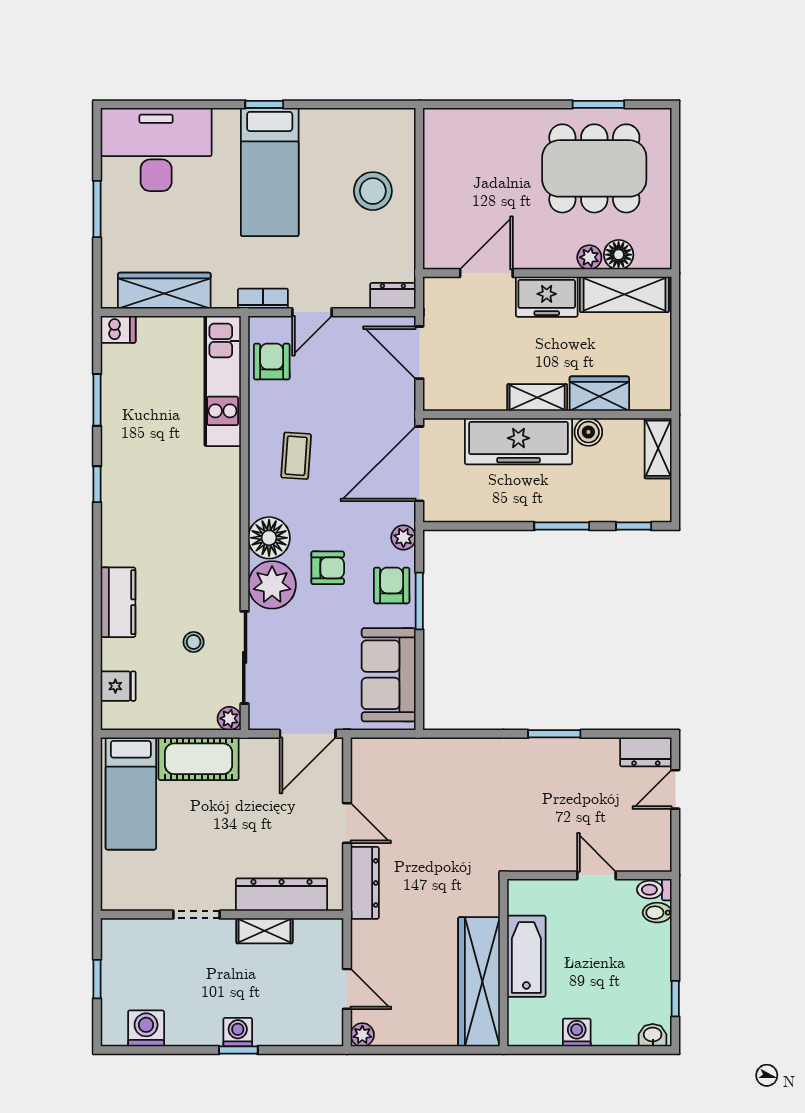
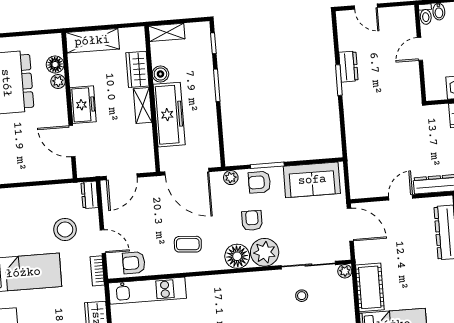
stool: (373, 191) -> (65, 229), moved
shelving: (624, 294) -> (92, 41), moved, turned 90
dresser: (646, 752) -> (348, 67), moved

